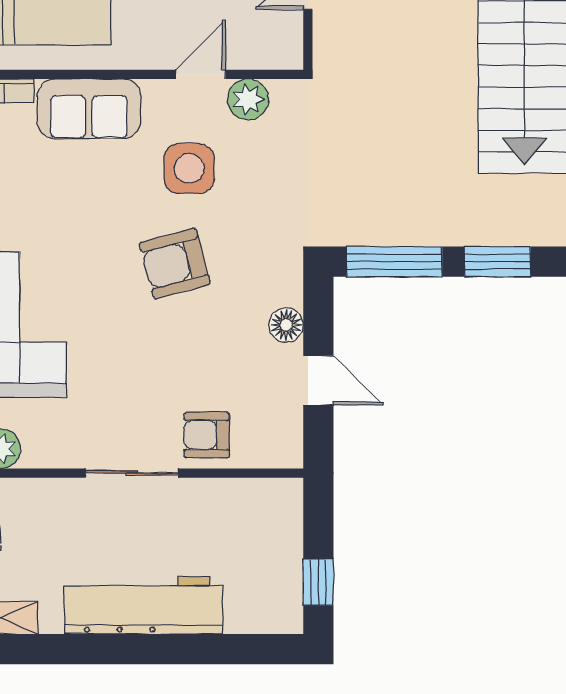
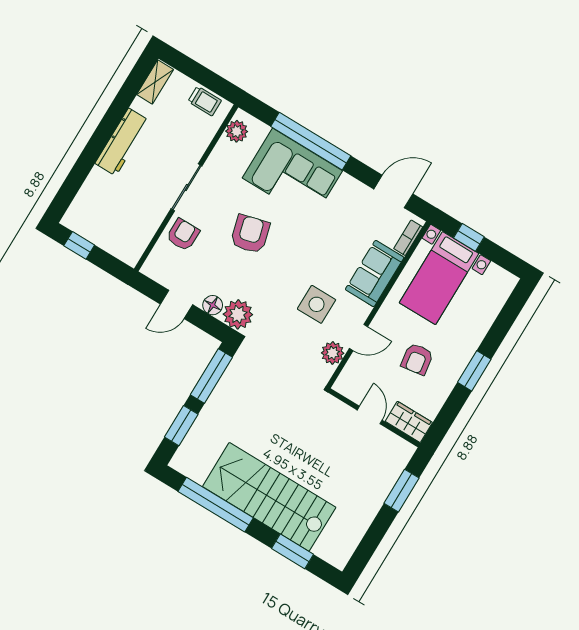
door: (201, 74) -> (358, 338), hinge flipped
armchair: (175, 263) -> (250, 234), moved
plant: (277, 278) -> (238, 314), added
workbench: (143, 605) -> (122, 142), width x0.73, depth x0.76

